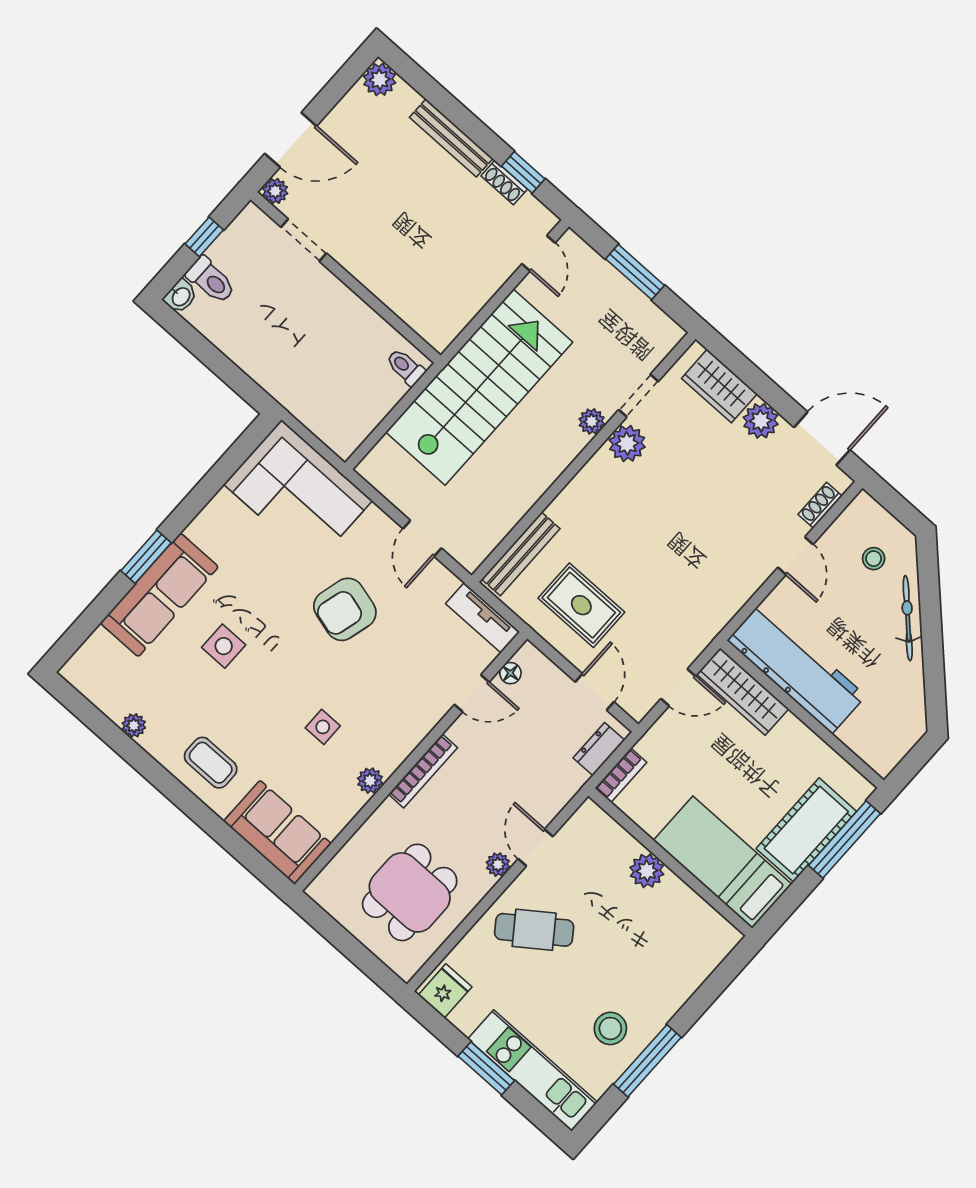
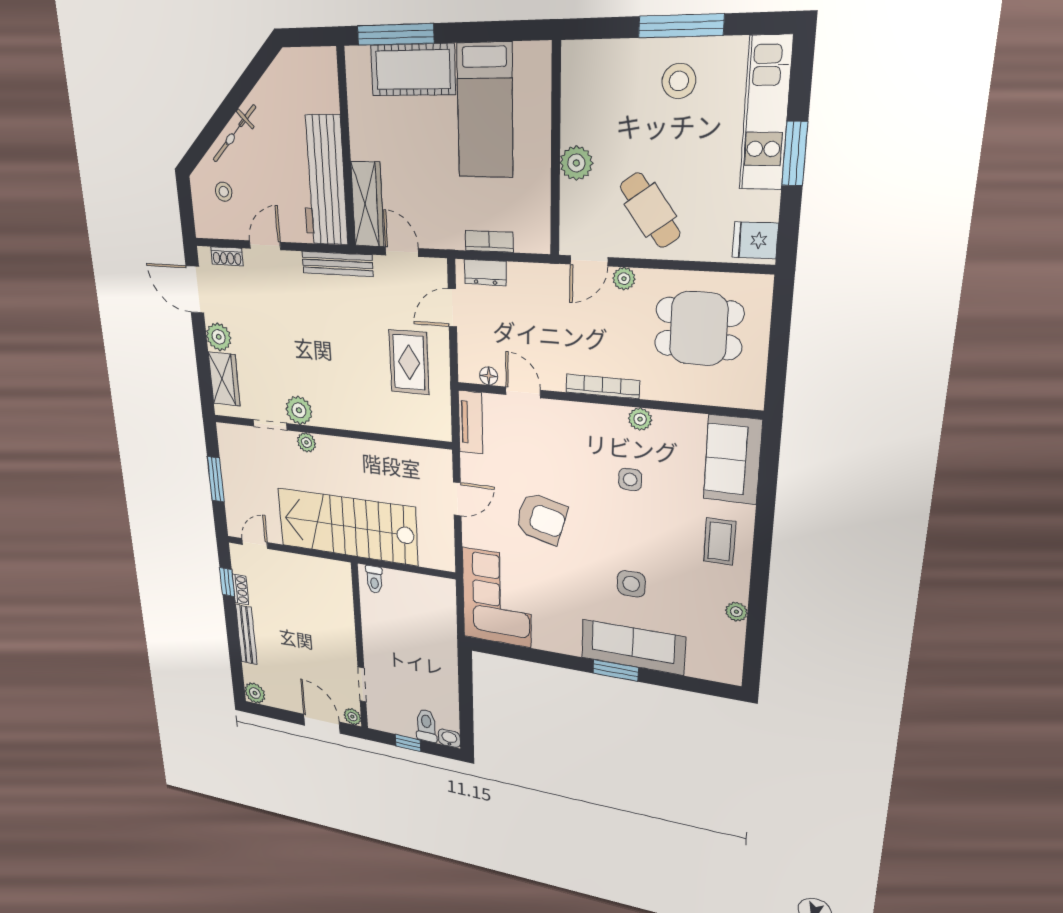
bench: (521, 554) -> (337, 264), moved
wall: (670, 862) -> (556, 151), moved
plant: (647, 871) -> (576, 163), moved

